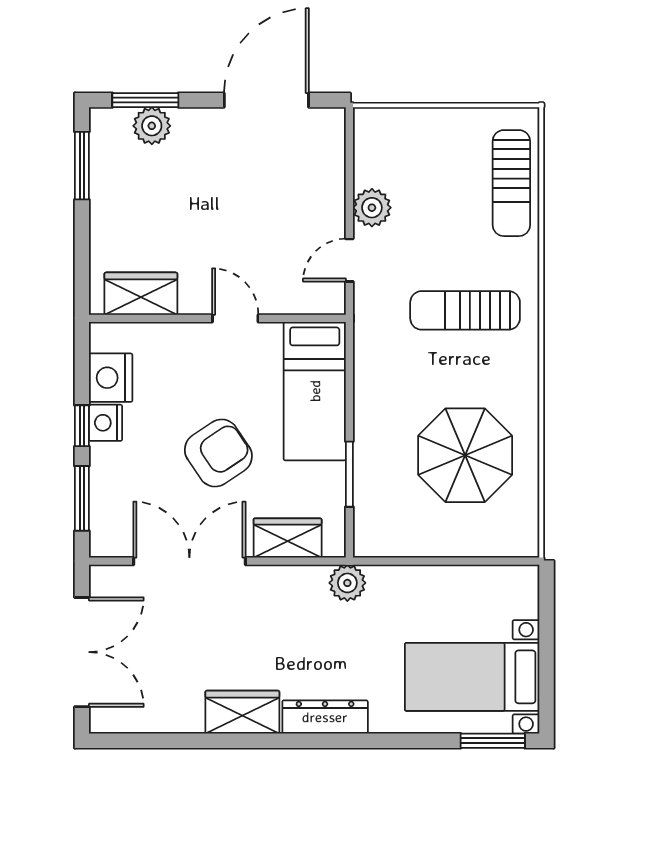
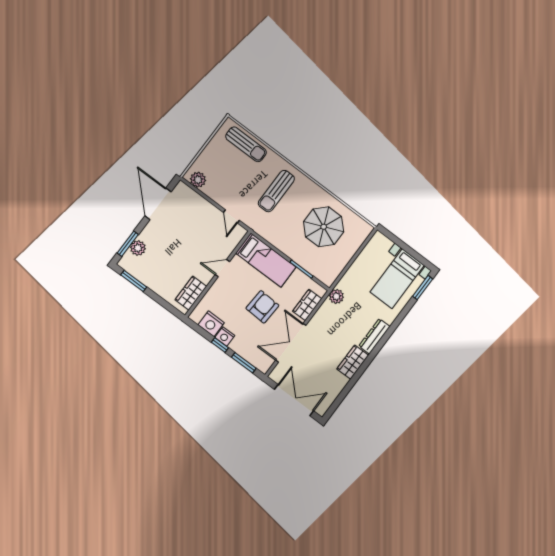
plant: (372, 208) -> (198, 180), moved
armchair: (218, 453) -> (262, 307), turned 37

